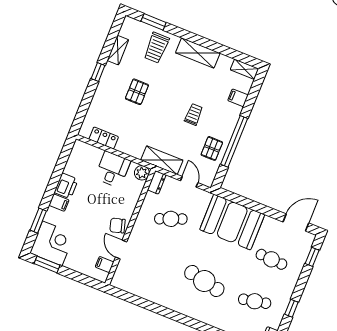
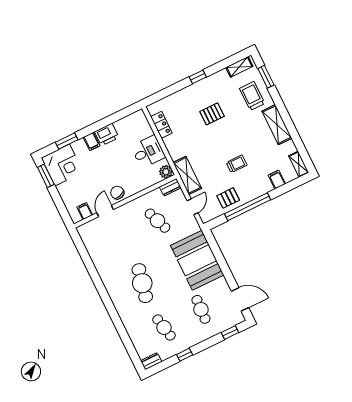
trolley: (156, 48) -> (252, 96), turned 90
shelving: (118, 50) -> (239, 67), moved

